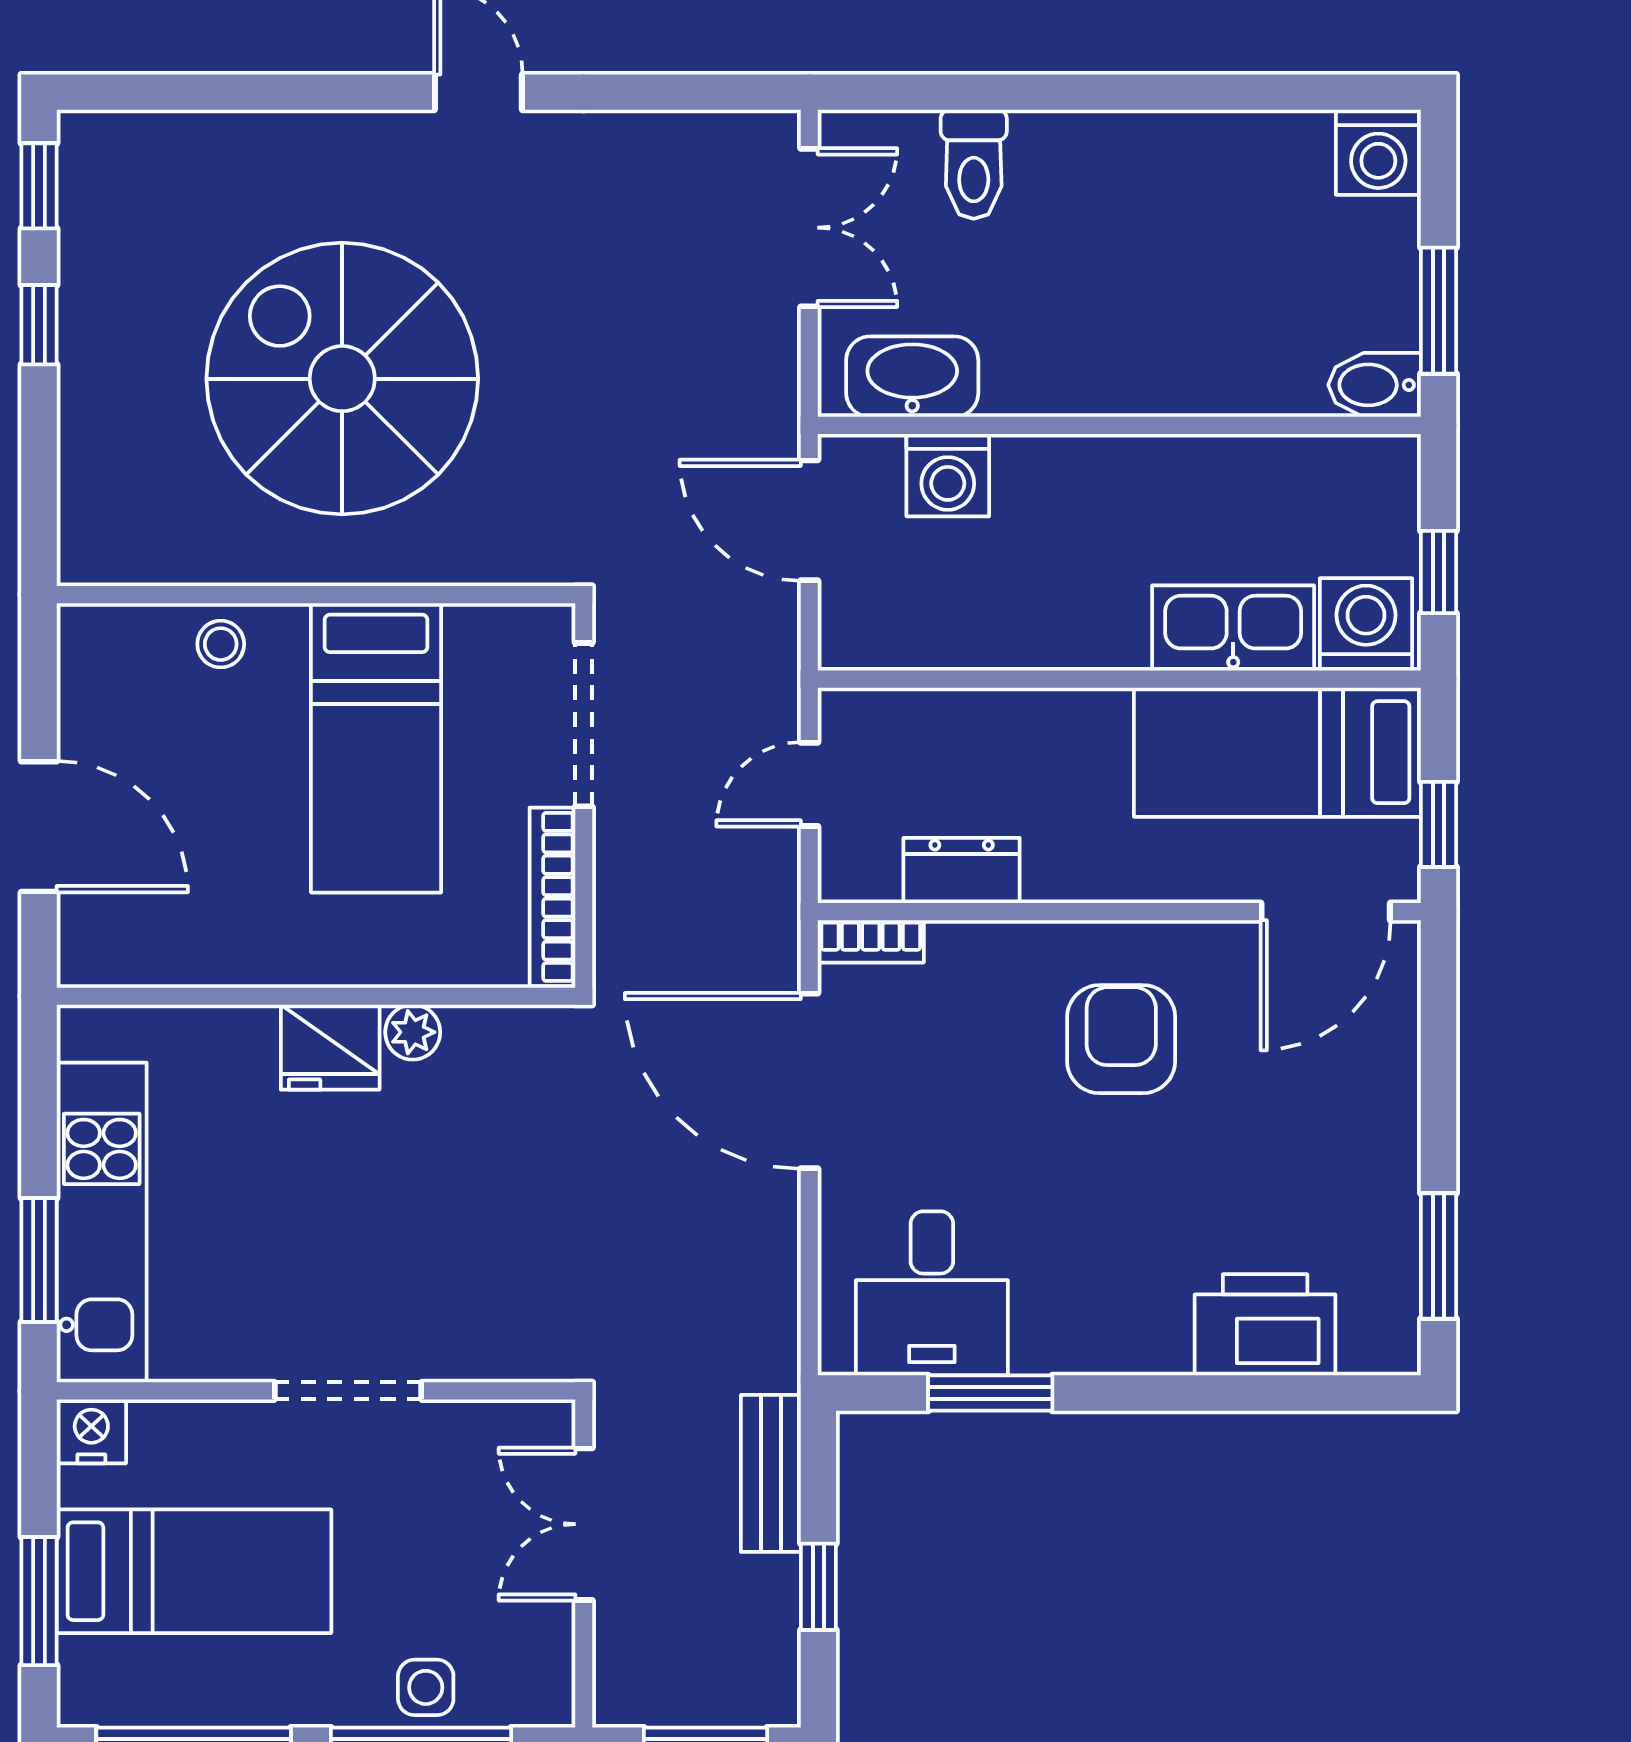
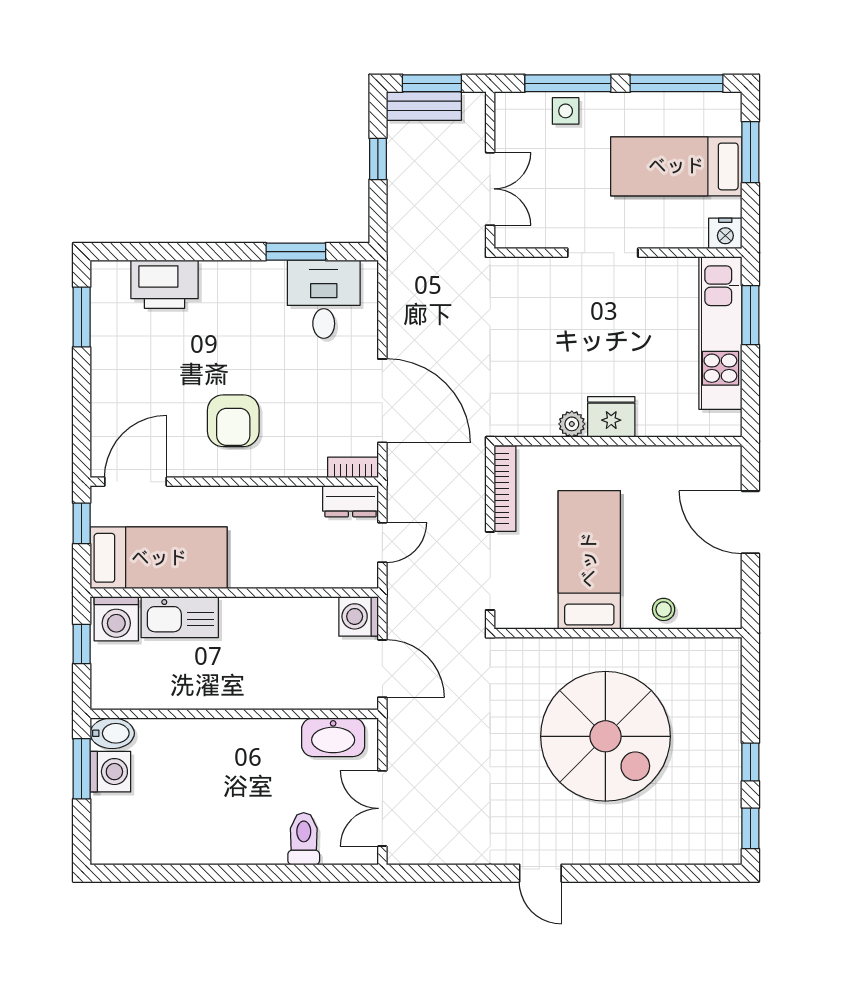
washing machine: (1378, 152) -> (110, 772), moved, turned 90
washing machine: (948, 475) -> (359, 616), moved, turned -90
dresser: (962, 871) -> (351, 501), moved
bench: (771, 1473) -> (424, 106), moved, turned 90

